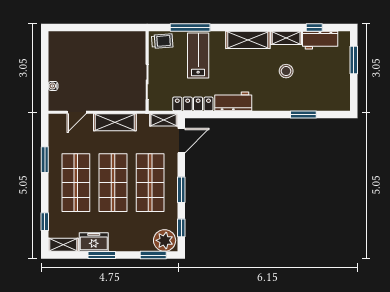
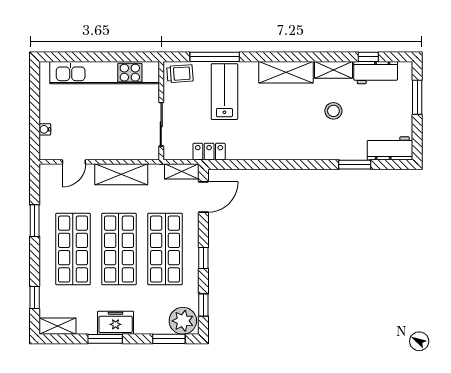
kitchen unit: (101, 40) -> (105, 73), added
workbench: (233, 101) -> (390, 148), moved
locker: (193, 104) -> (209, 152), width x0.66
window: (181, 190) -> (203, 258), width x0.67
freezer: (94, 242) -> (116, 323), moved

